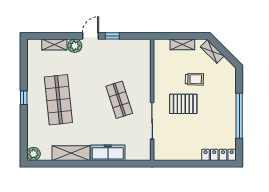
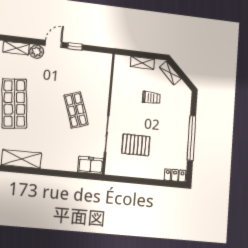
pallet: (183, 104) -> (136, 145), moved
freezer: (108, 153) -> (91, 165), moved, width x0.71
locker: (219, 155) -> (175, 175), width x0.66

